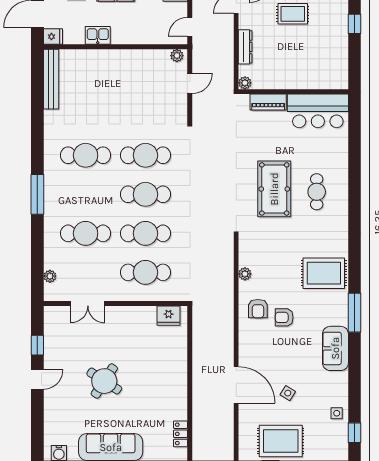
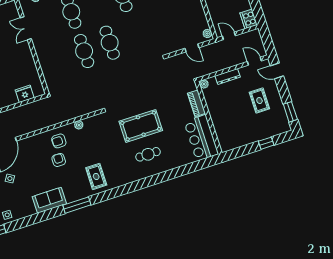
cafe table: (145, 155) -> (135, 34), removed
cafe table: (145, 272) -> (59, 59), removed
rug: (324, 273) -> (96, 176), width x0.73, depth x0.70
fridge: (169, 316) -> (25, 94), moved, turned 90

